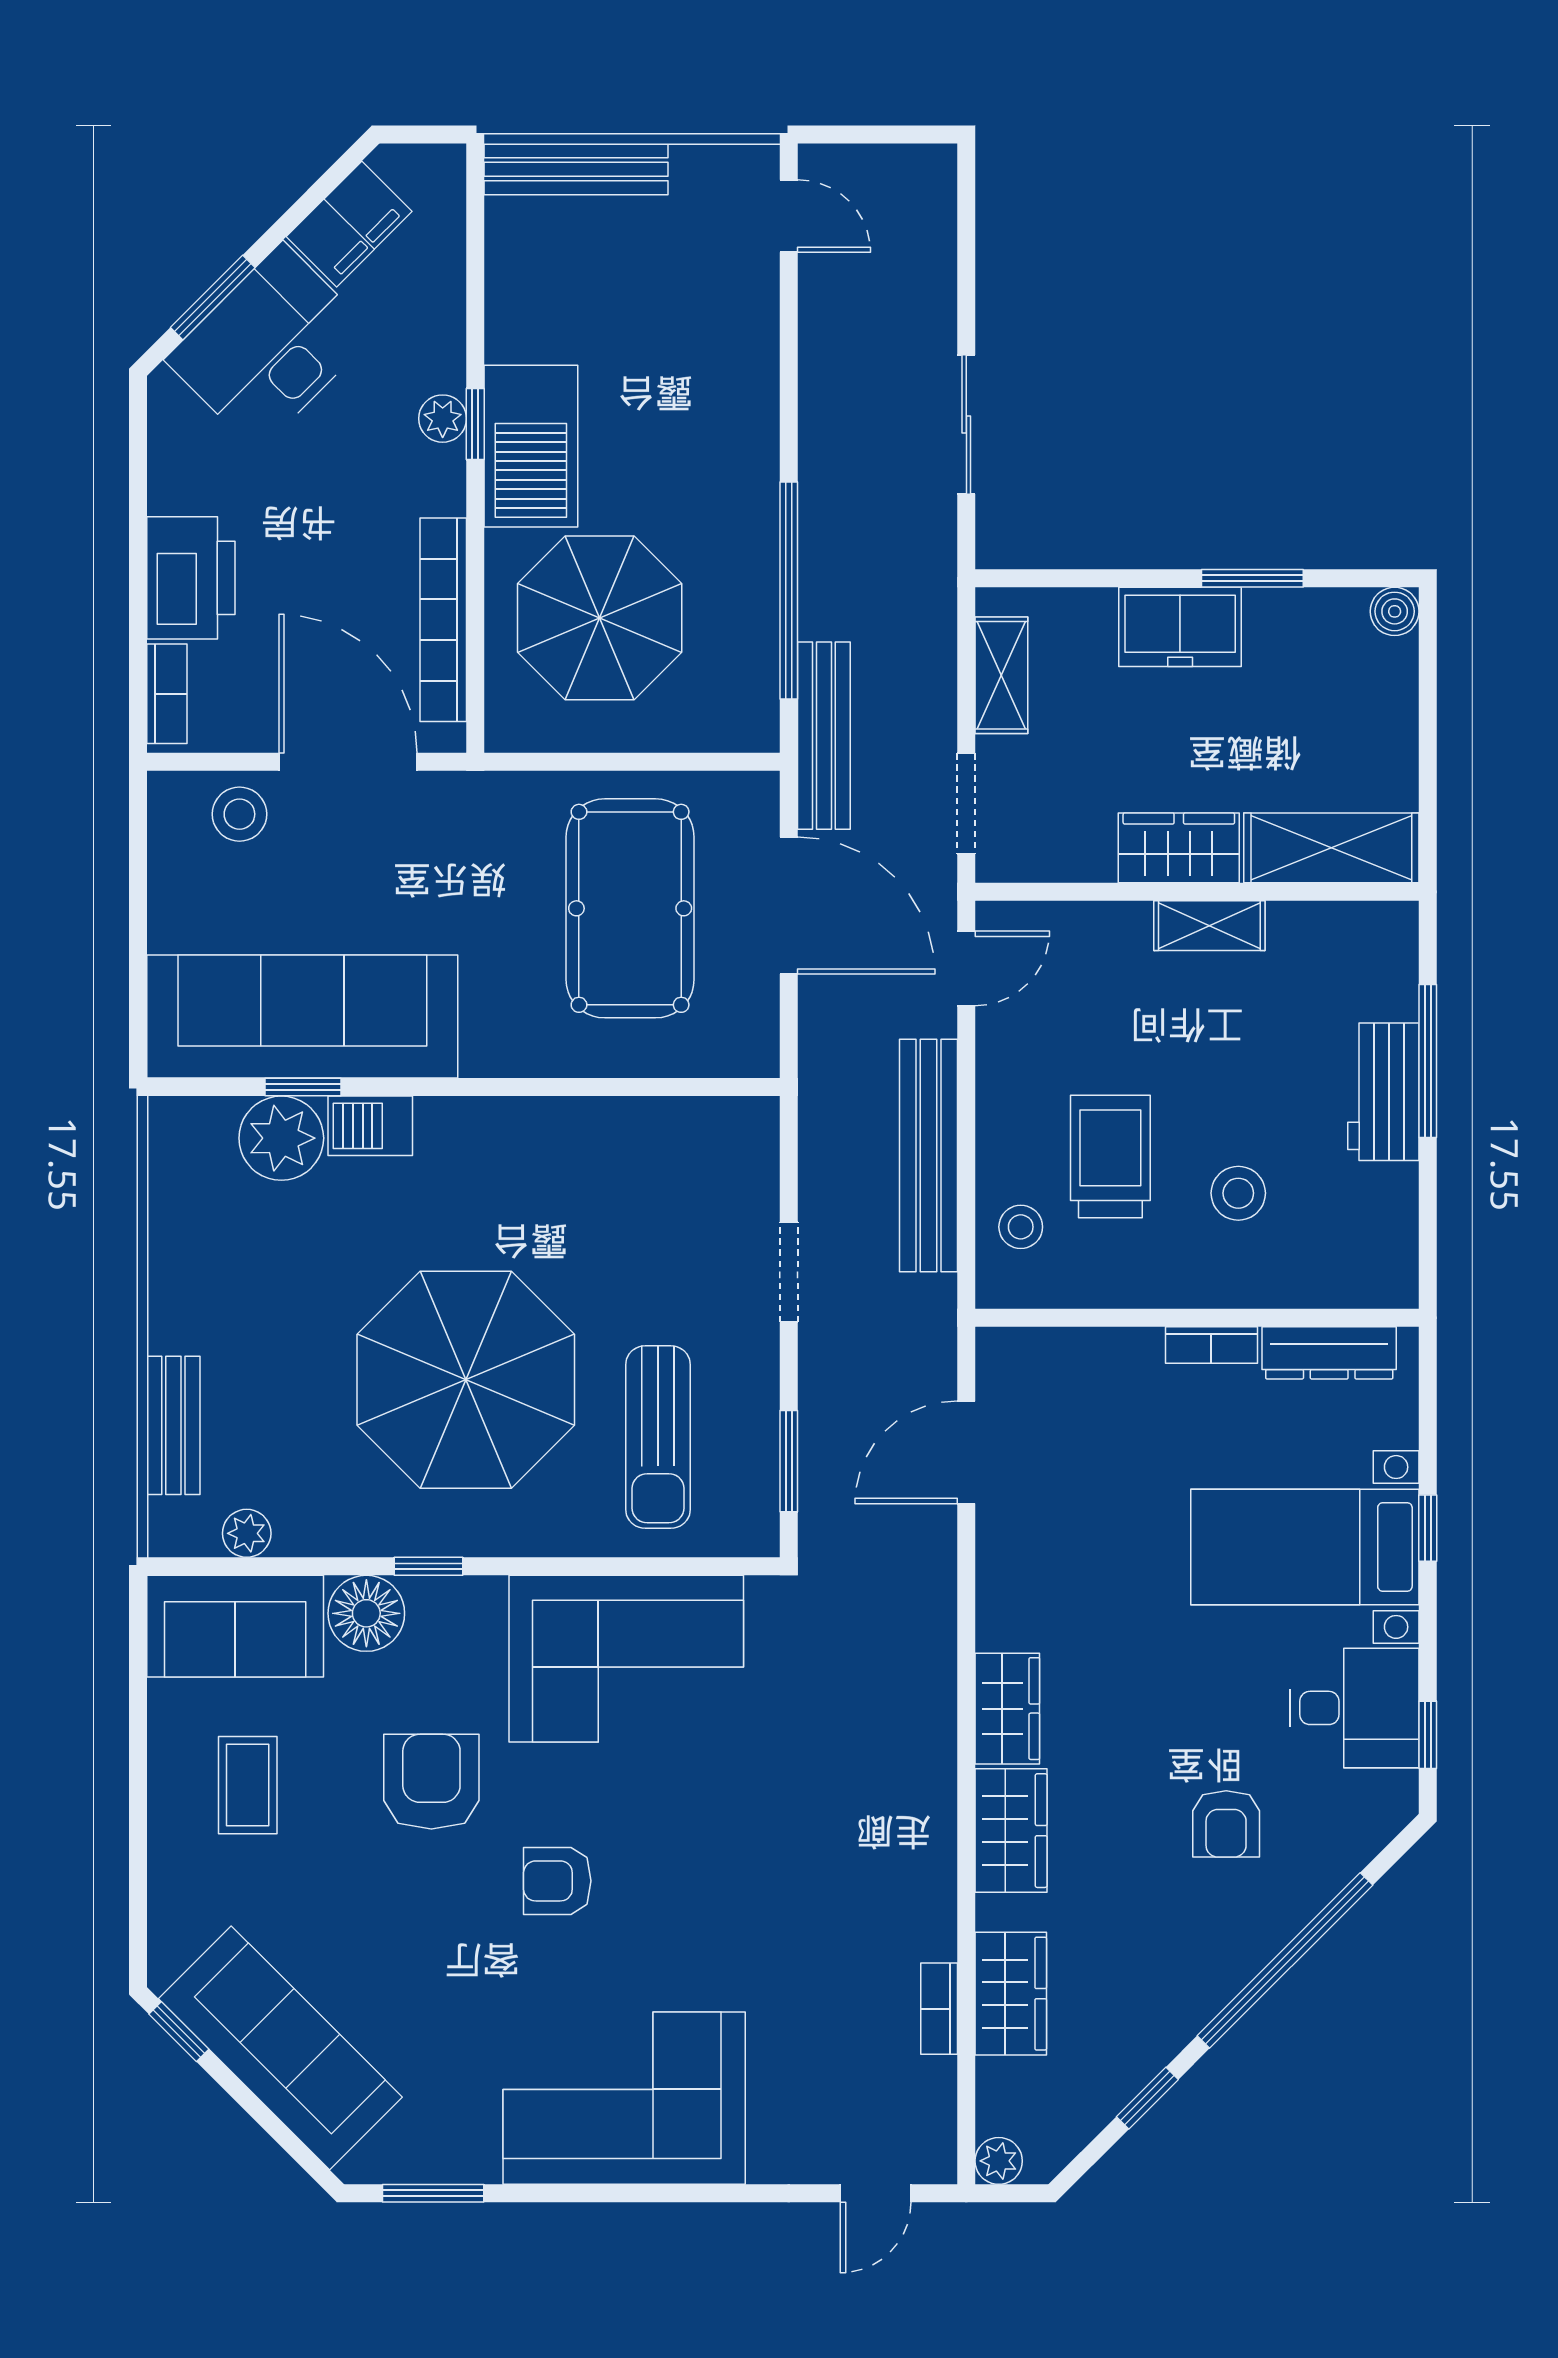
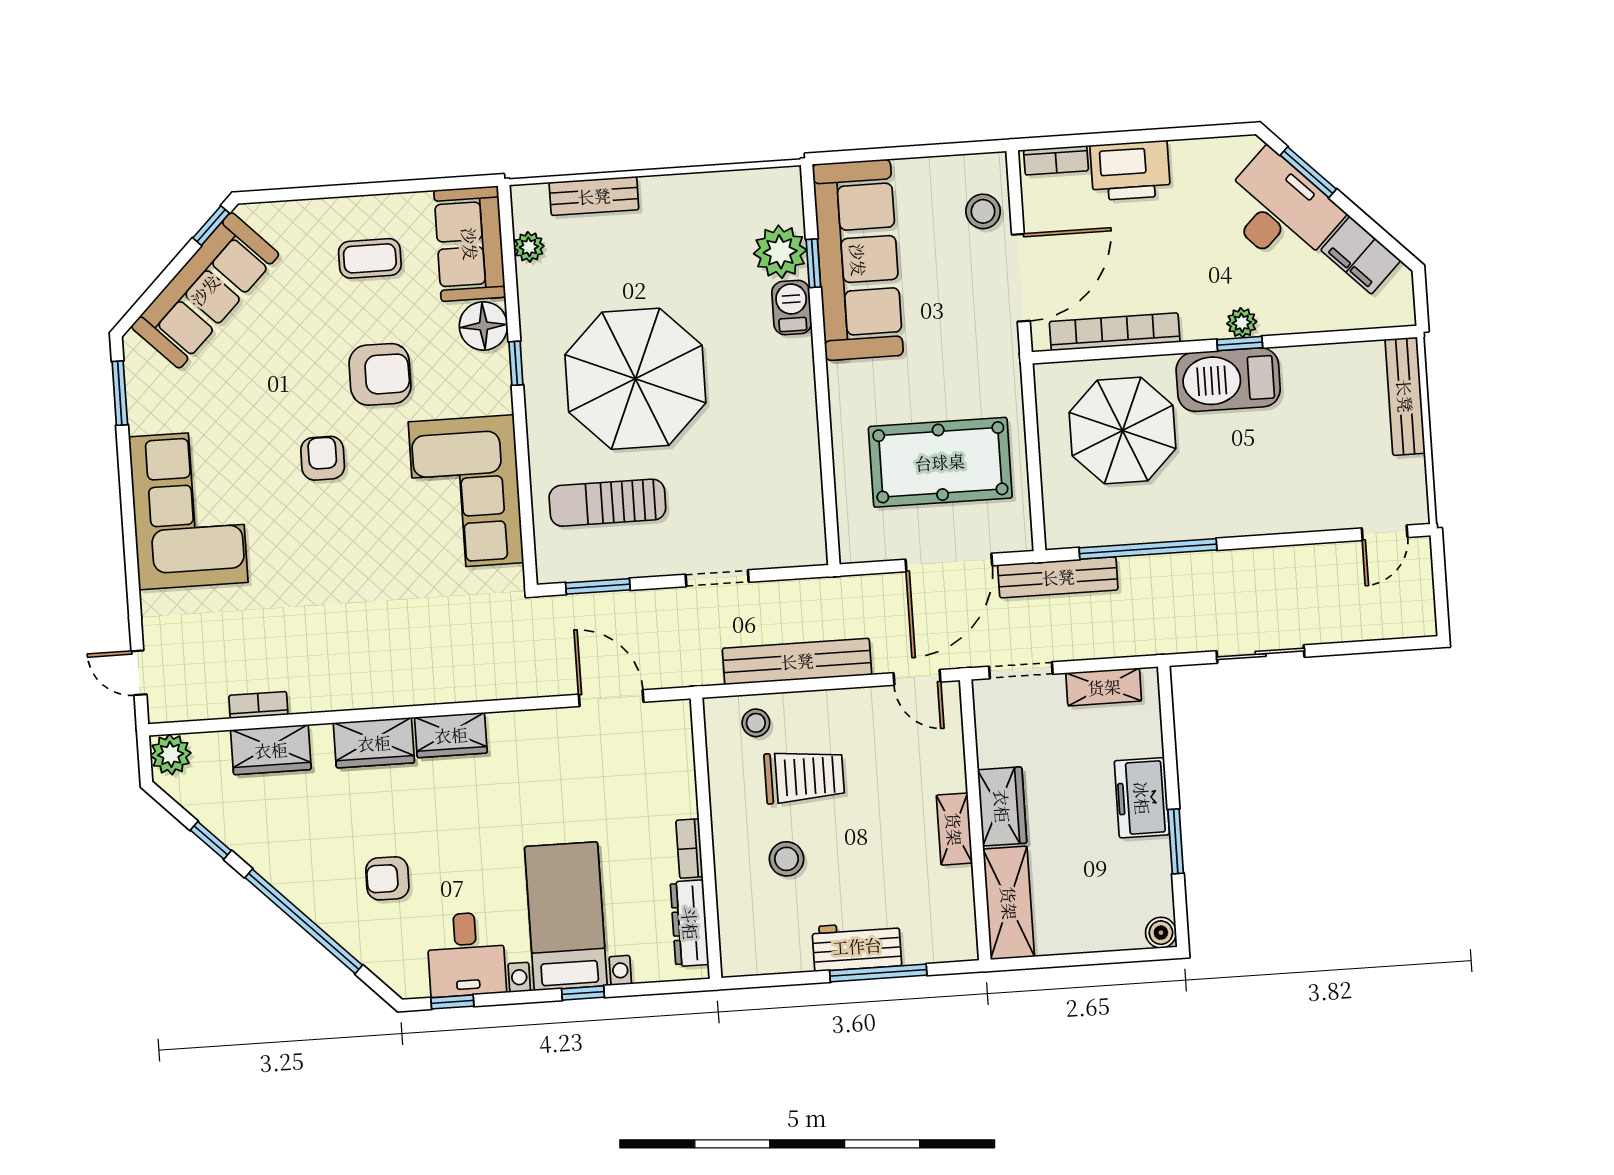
plant: (999, 2161) -> (171, 754), width x1.38, depth x1.38

